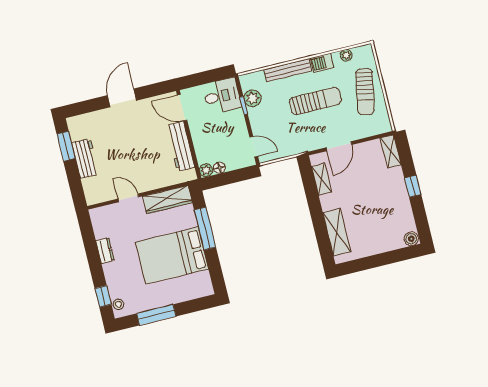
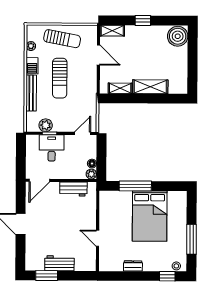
desk: (222, 96) -> (52, 148), moved
sun lounger: (315, 101) -> (60, 78), turned 180
workbench: (180, 146) -> (73, 189), width x0.73
door: (339, 146) -> (98, 55), moved
door: (128, 198) -> (98, 238), hinge flipped
wardrobe: (167, 200) -> (106, 209), removed
shelving: (337, 232) -> (150, 87), moved
boiler: (411, 239) -> (178, 36), width x1.86, depth x1.86

